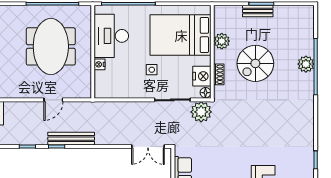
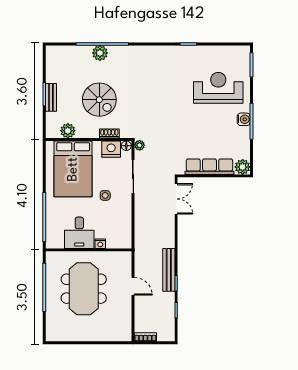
desk: (111, 36) -> (79, 233), width x0.73
plant: (222, 41) -> (68, 131), moved
meeting table: (51, 46) -> (84, 289), turned 90
plant: (201, 112) -> (140, 145), width x0.53, depth x0.53

